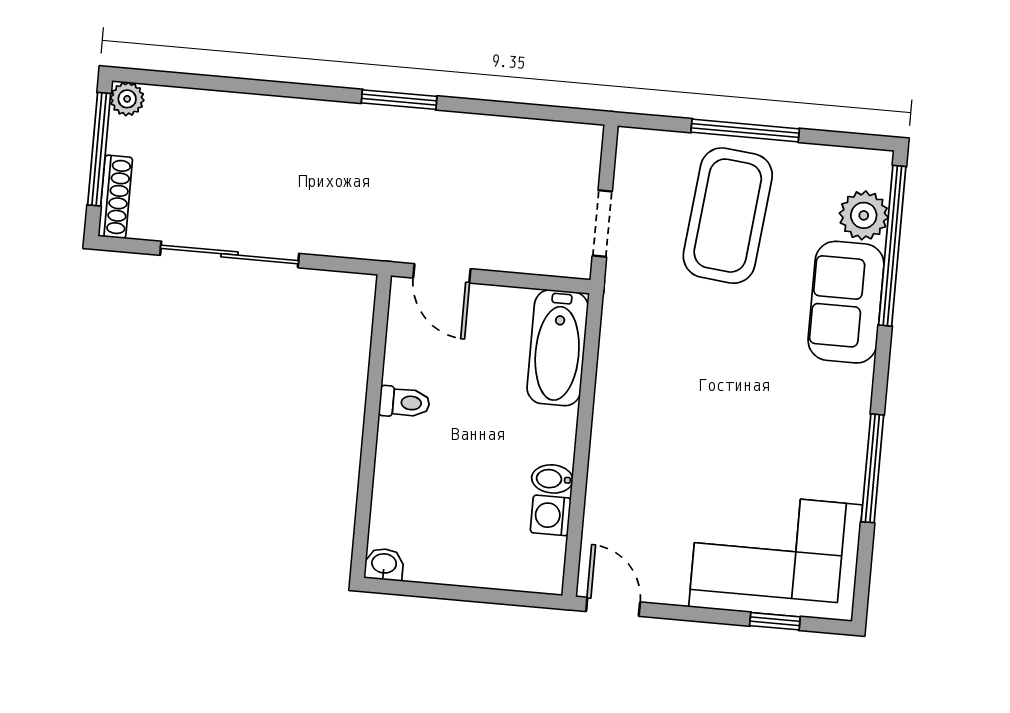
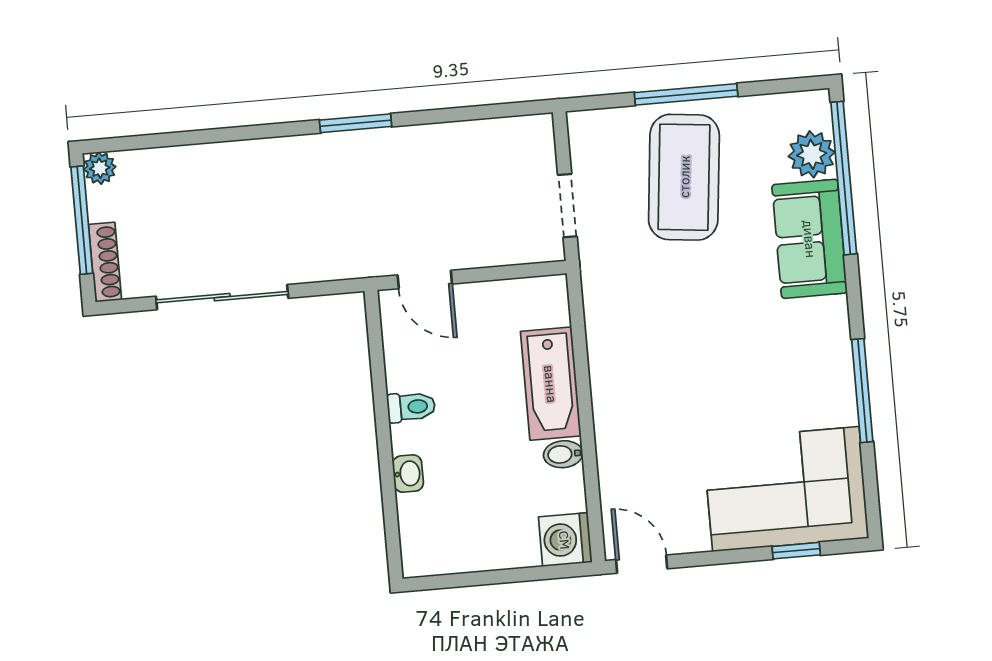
bathtub: (558, 348) -> (551, 384), moved
washing machine: (551, 515) -> (565, 540), moved, width x1.38, depth x1.38
washbasin: (384, 564) -> (408, 474), moved, turned 90

